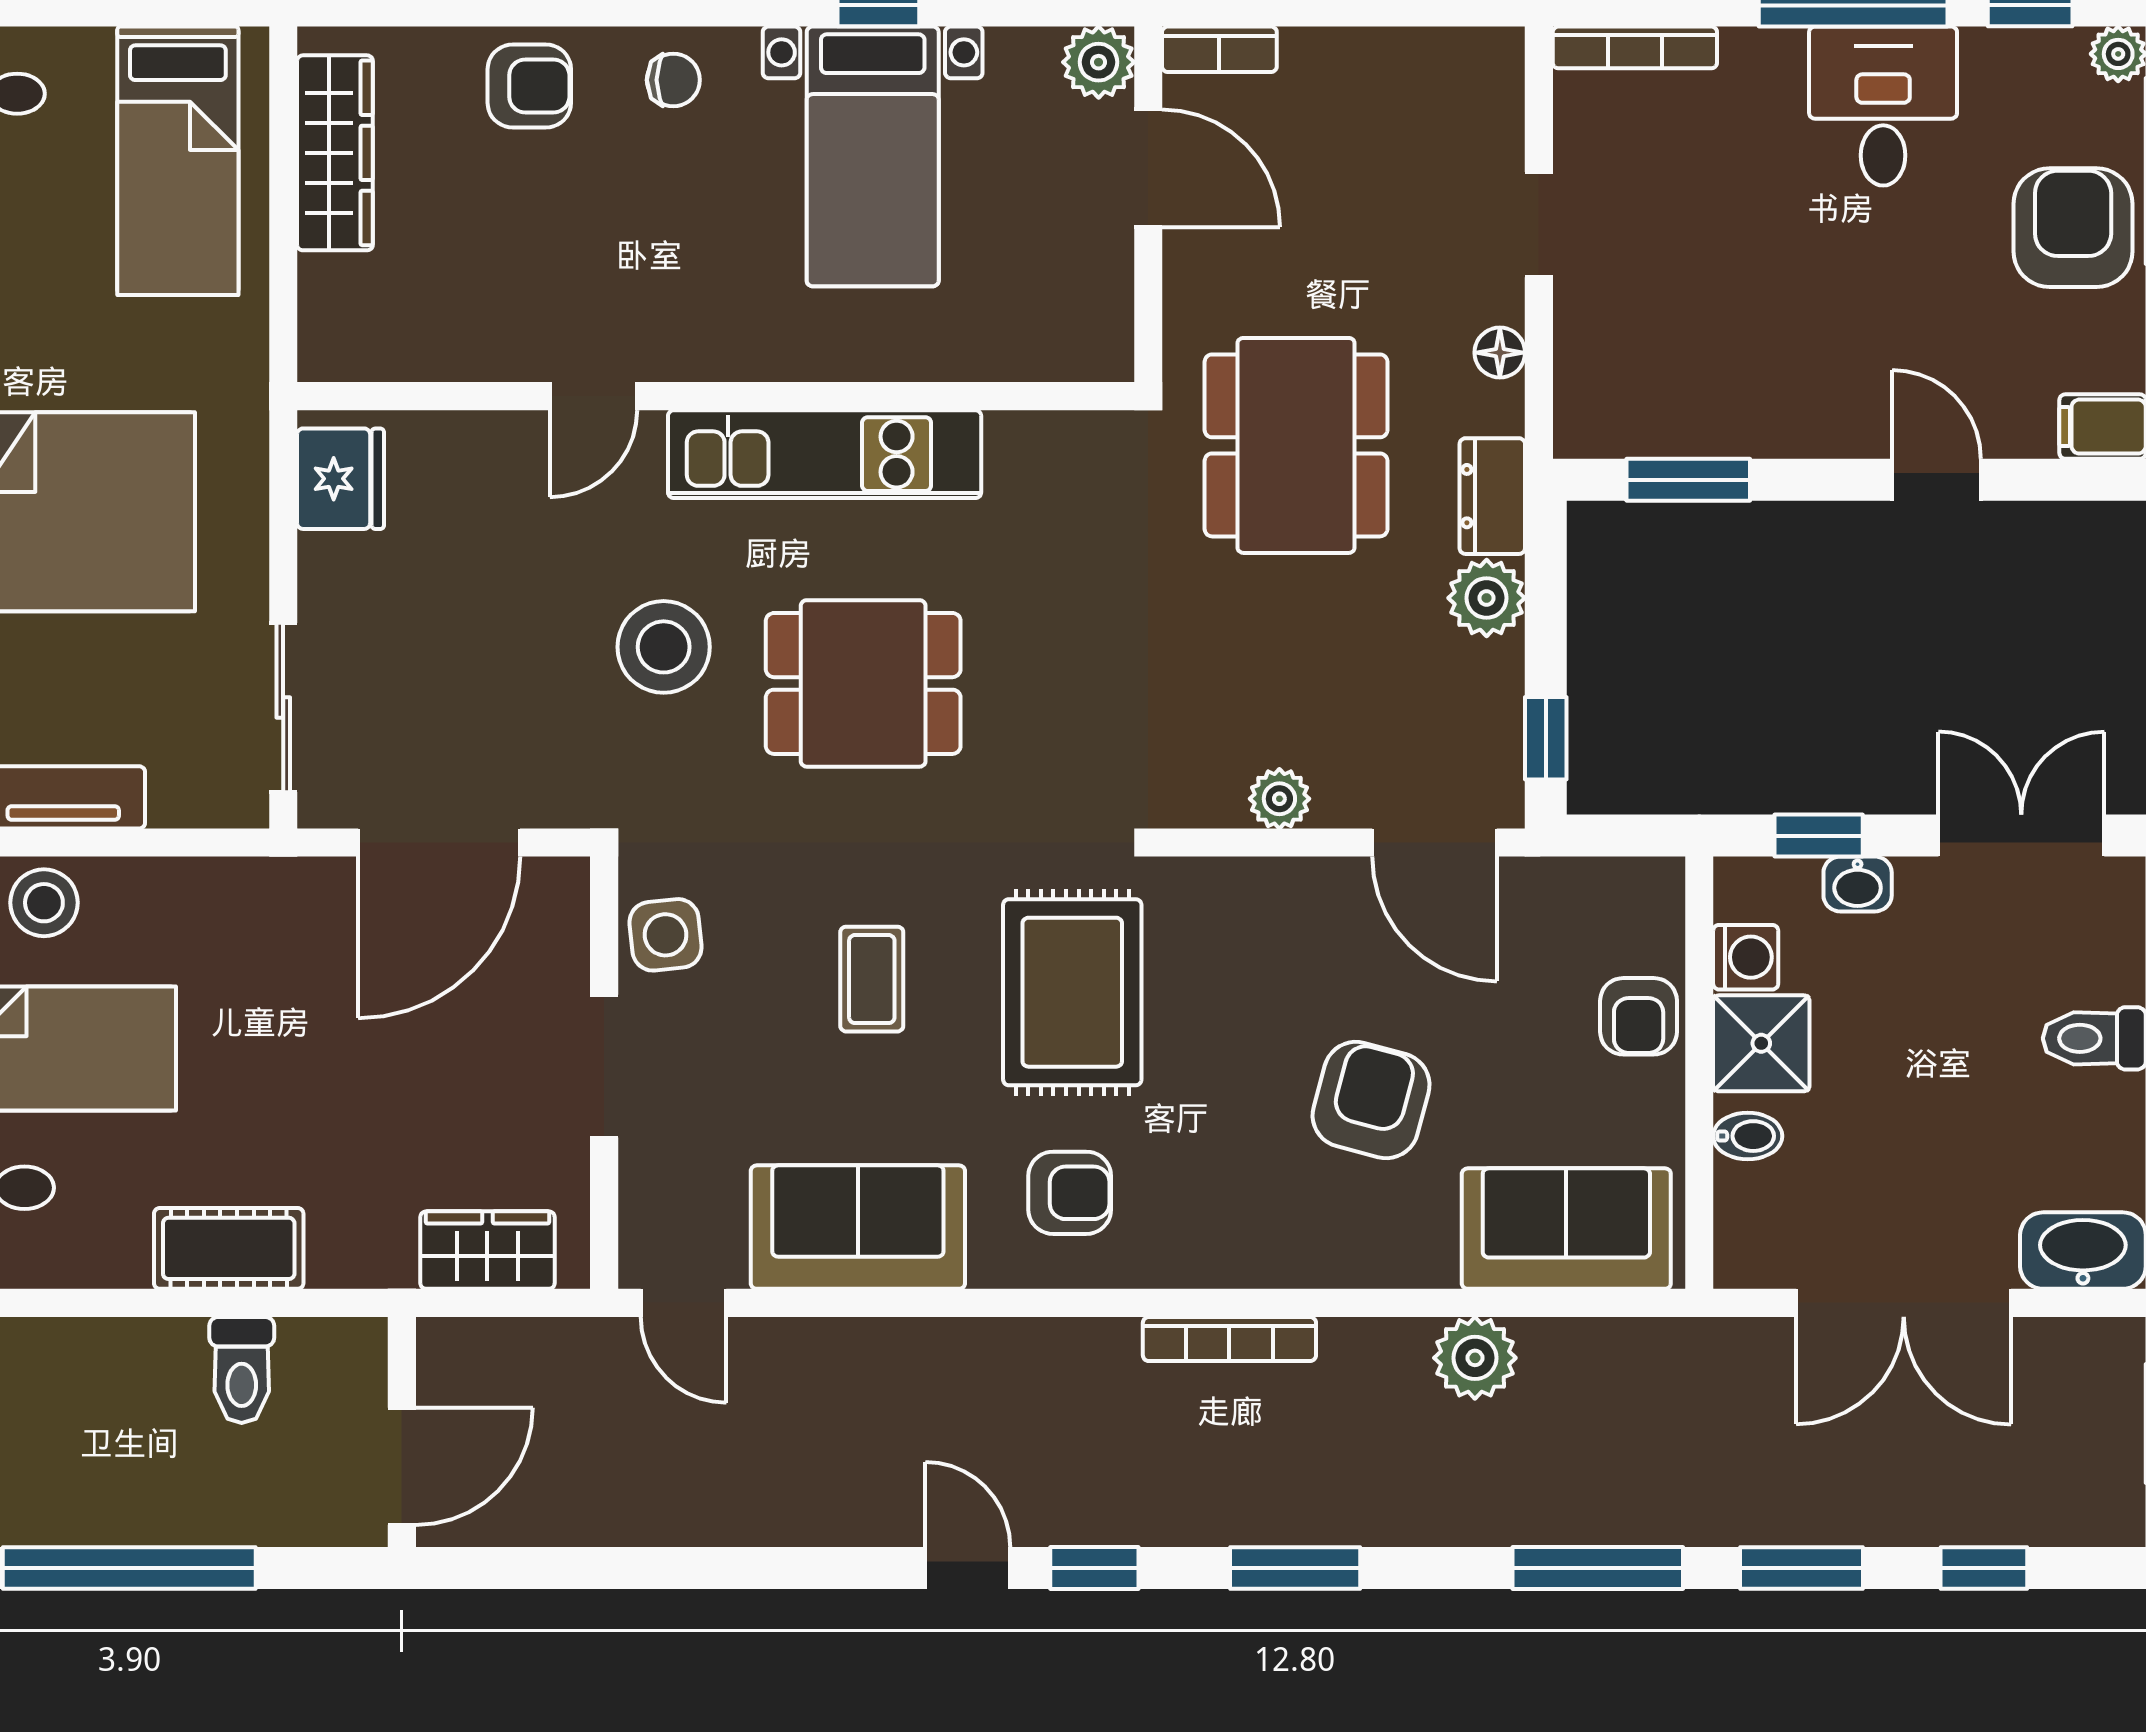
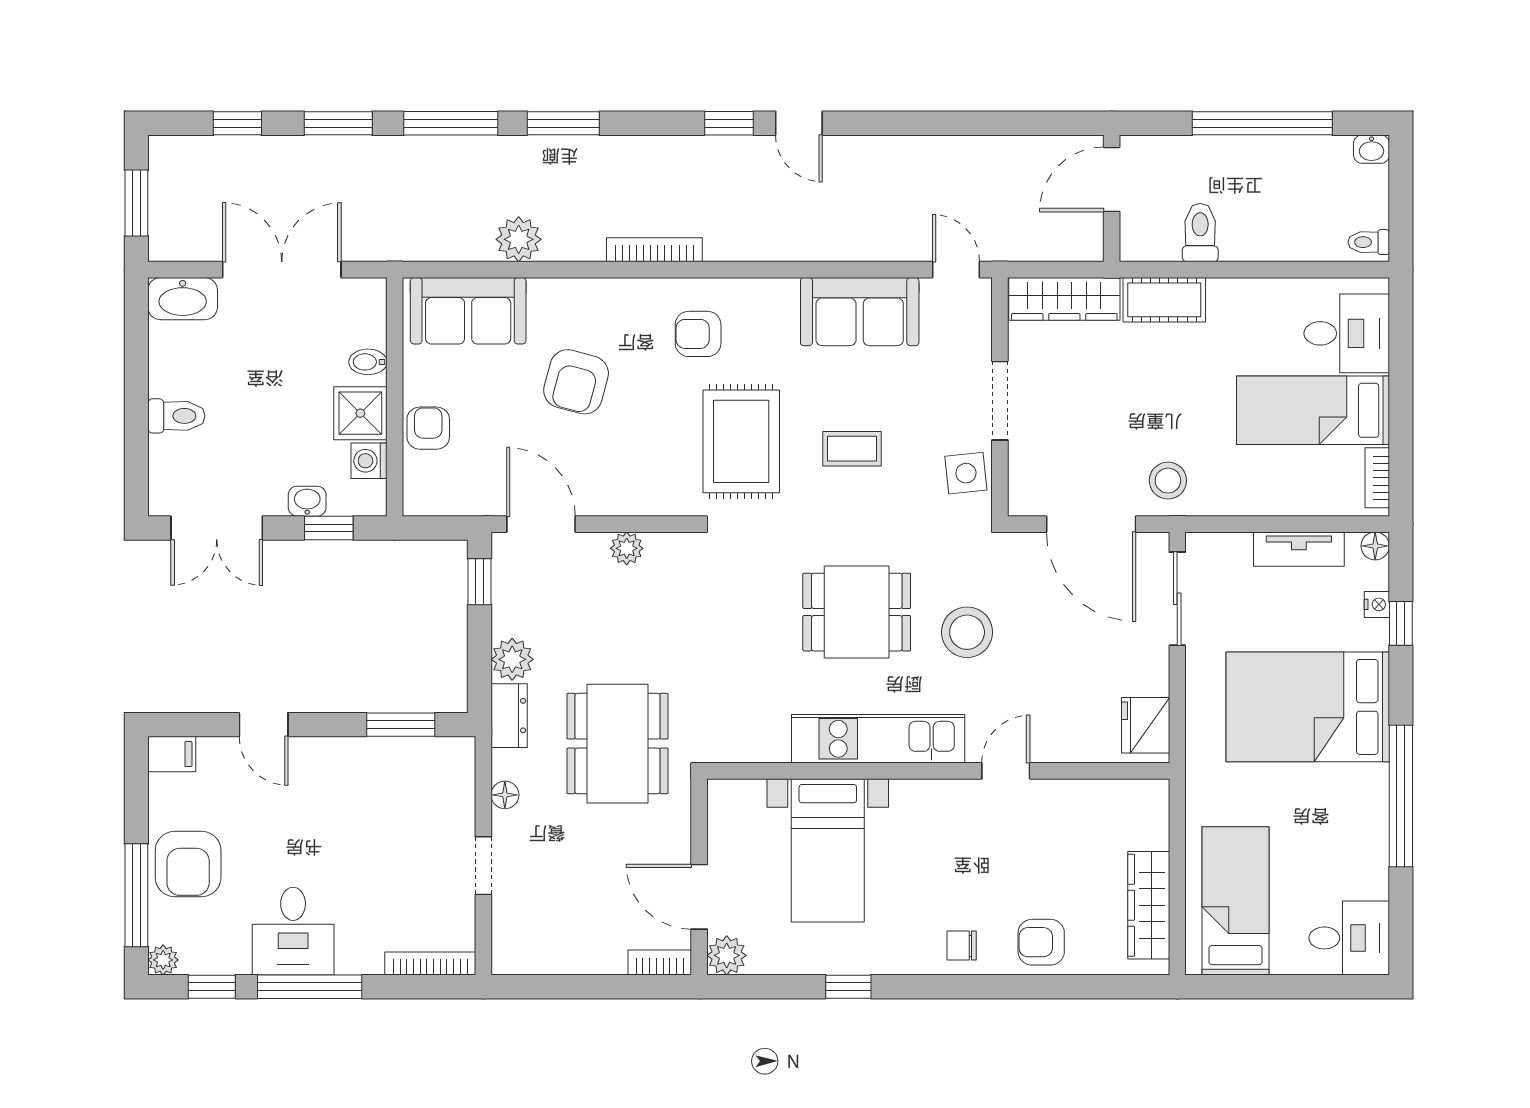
bed with nightstands: (873, 156) -> (828, 850), moved, turned 180
door: (439, 843) -> (1091, 524), swing flipped
stool: (44, 903) -> (1168, 481), moved
coffee table: (872, 979) -> (852, 449), turned 90
armchair: (1070, 1193) -> (698, 334), moved
cot: (229, 1248) -> (1164, 300), moved
wardrobe: (487, 1250) -> (1064, 299), width x1.50
window: (1295, 1568) -> (563, 123), moved

